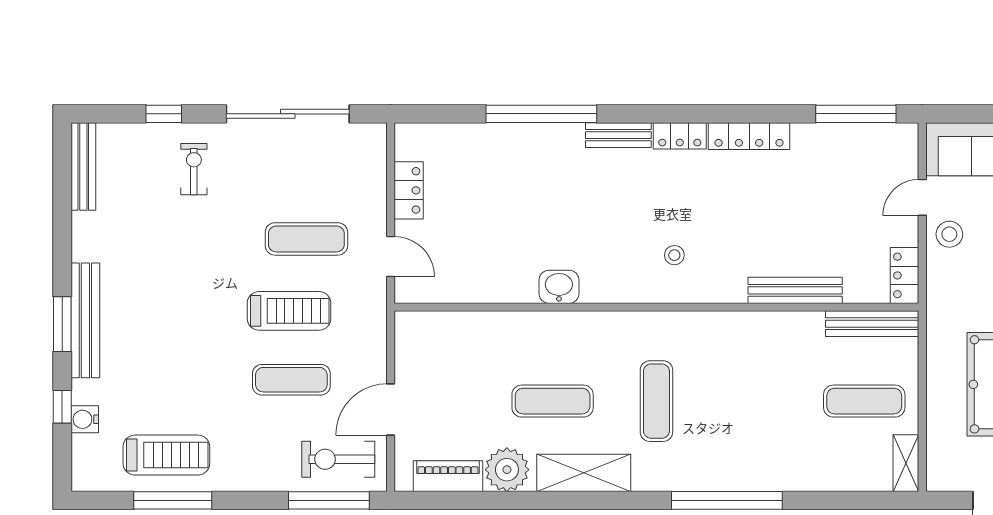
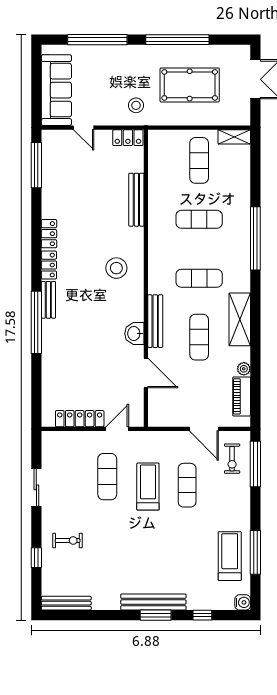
sliding door: (288, 114) -> (36, 487), width x0.54
window: (541, 114) -> (36, 322), moved
locker: (749, 136) -> (49, 234), width x0.66
exercise bike: (194, 169) -> (68, 540), turned 180
locker: (409, 190) -> (80, 419), width x1.53
stool: (949, 234) -> (136, 105), moved
stool: (674, 255) -> (116, 268), width x1.89, depth x1.89
door: (489, 307) -> (146, 373), added
bench: (872, 324) -> (155, 321), moved
exercise mat: (760, 401) -> (199, 219), added
water cooler: (85, 419) -> (243, 602), moved, turned -90
exercise bike: (338, 459) -> (232, 459), width x0.73, depth x0.72
plant: (507, 470) -> (244, 369), width x0.53, depth x0.53

